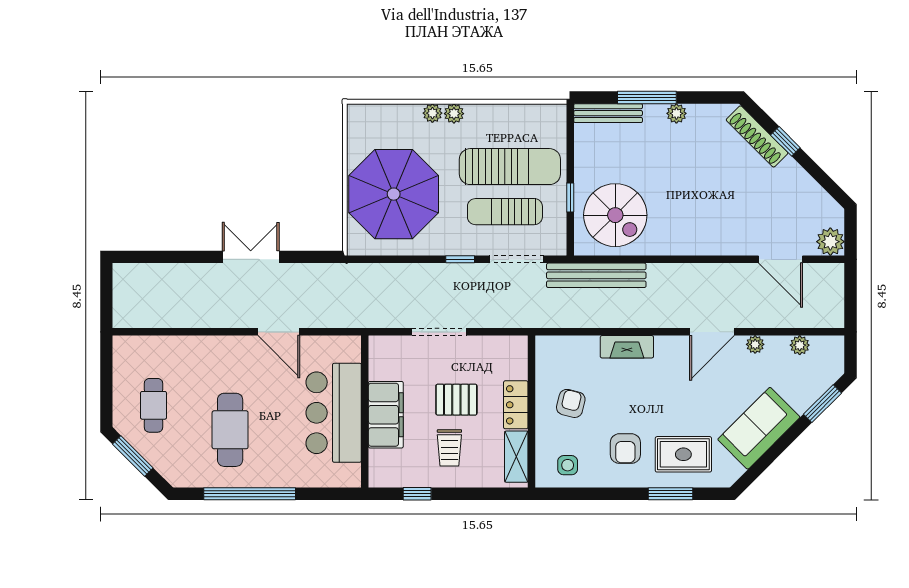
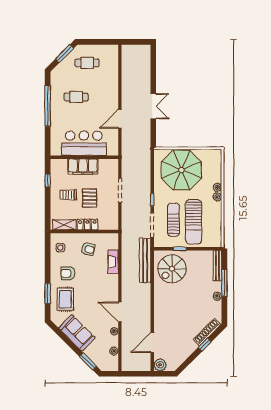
fireplace: (627, 347) -> (113, 262), moved
cafe table: (230, 430) -> (76, 97), width x0.73, depth x0.74

